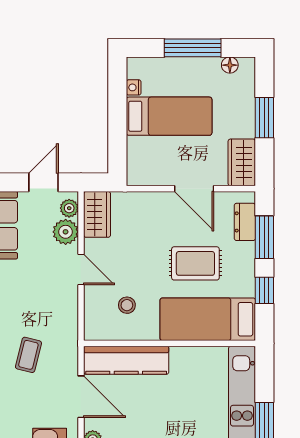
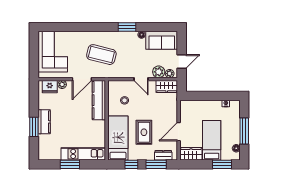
bed: (169, 116) -> (212, 140), moved, turned 180
window: (264, 118) -> (222, 164), moved
door: (43, 182) -> (182, 62), hinge flipped
door: (81, 270) -> (141, 79), hinge flipped
coffee table: (28, 355) -> (101, 55), width x1.86, depth x1.72

